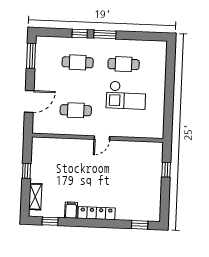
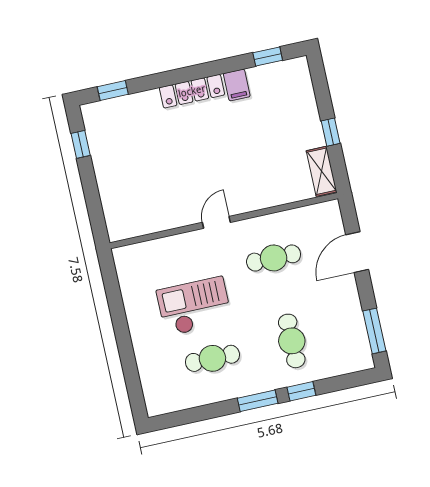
cafe table: (78, 62) -> (292, 341), turned 90
window: (166, 170) -> (81, 144), moved
shelving: (35, 197) -> (321, 171), moved

